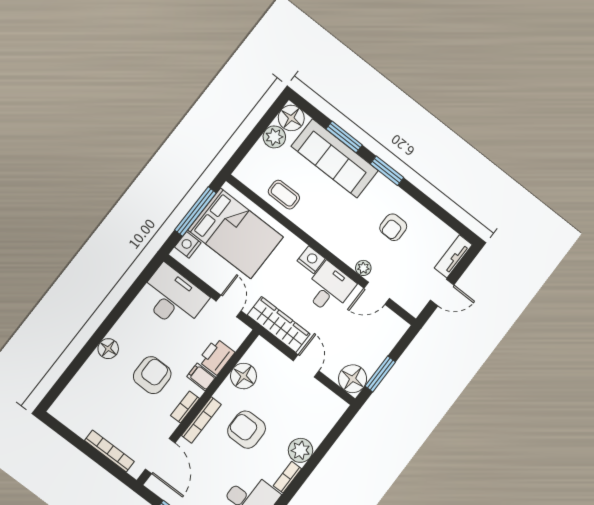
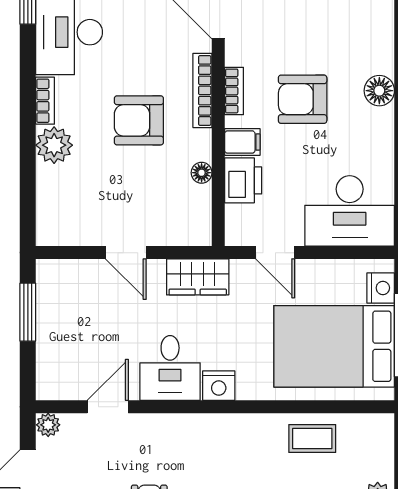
plant: (363, 268) -> (48, 425), moved
wardrobe: (279, 324) -> (198, 277), width x0.67
armchair: (152, 375) -> (303, 99), turned 90
floor lamp: (243, 376) -> (202, 173), width x0.53, depth x0.53
floor lamp: (353, 379) -> (57, 280), removed
armchair: (247, 430) -> (139, 120), turned 180

